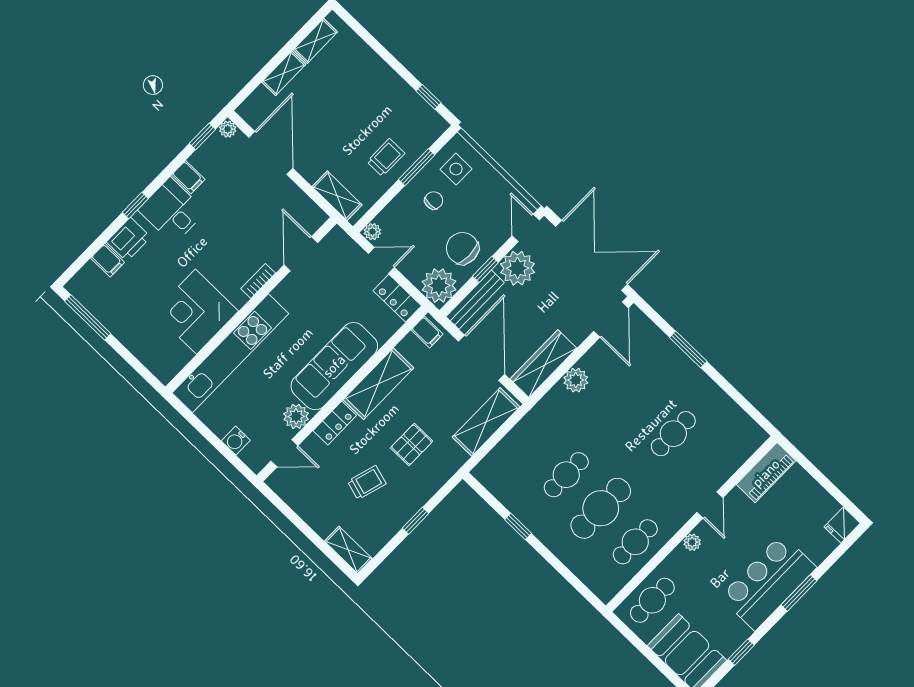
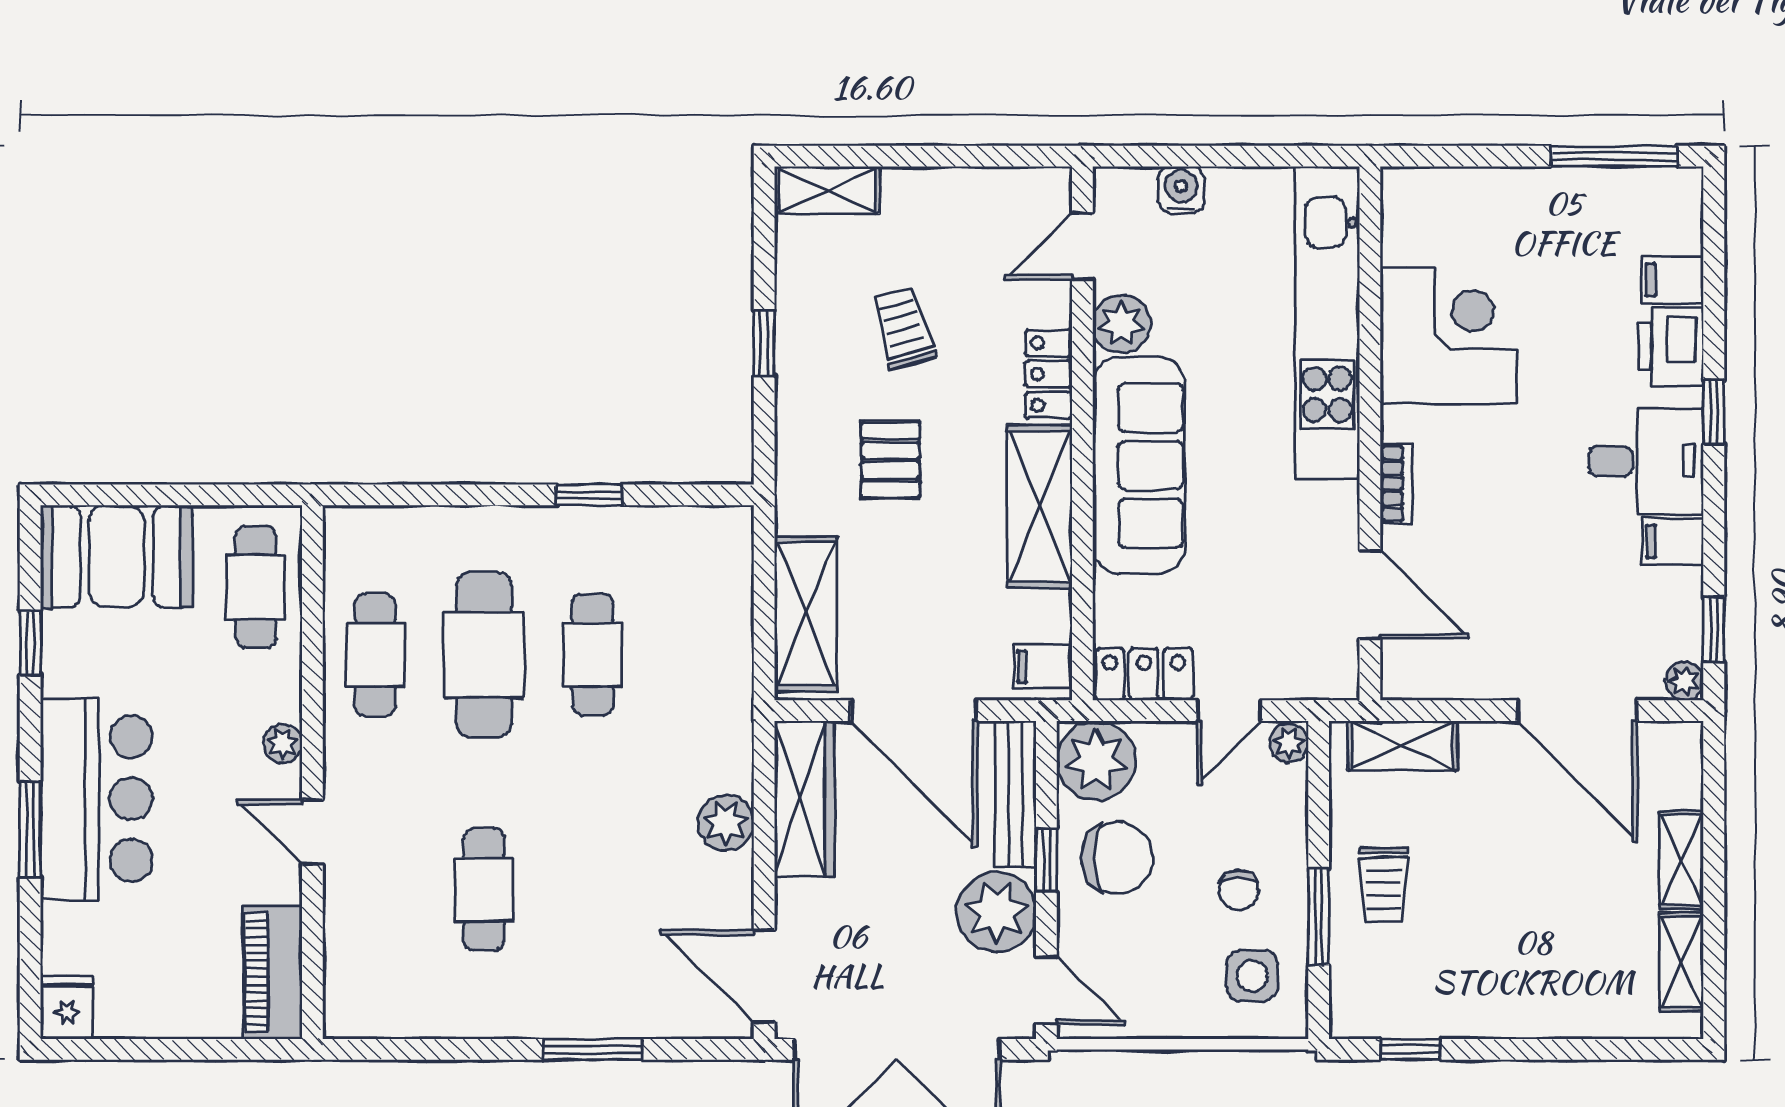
trolley: (367, 483) -> (903, 328), turned 148

